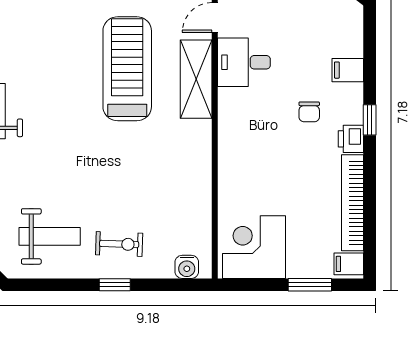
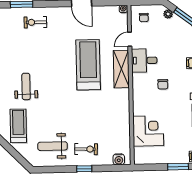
chair: (309, 112) -> (163, 84), moved
weight bench: (50, 236) -> (53, 146), turned 180
corner desk: (254, 247) -> (148, 131), moved, turned 90

